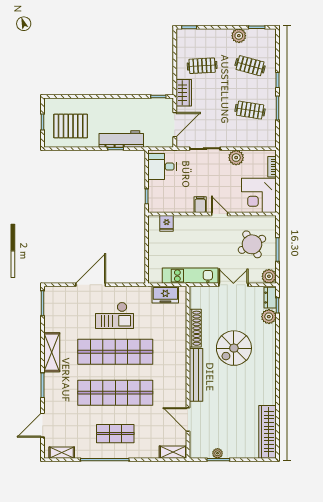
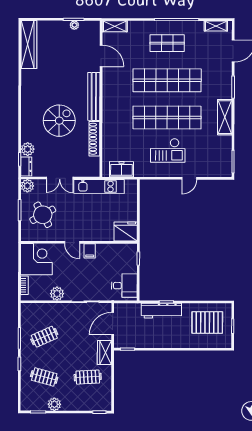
clothes rail: (250, 110) -> (44, 337), turned -33
fridge: (167, 223) -> (126, 232), width x1.88, depth x1.34
door: (91, 285) -> (189, 178), width x0.53
checkout: (114, 315) -> (168, 150), turned 180

